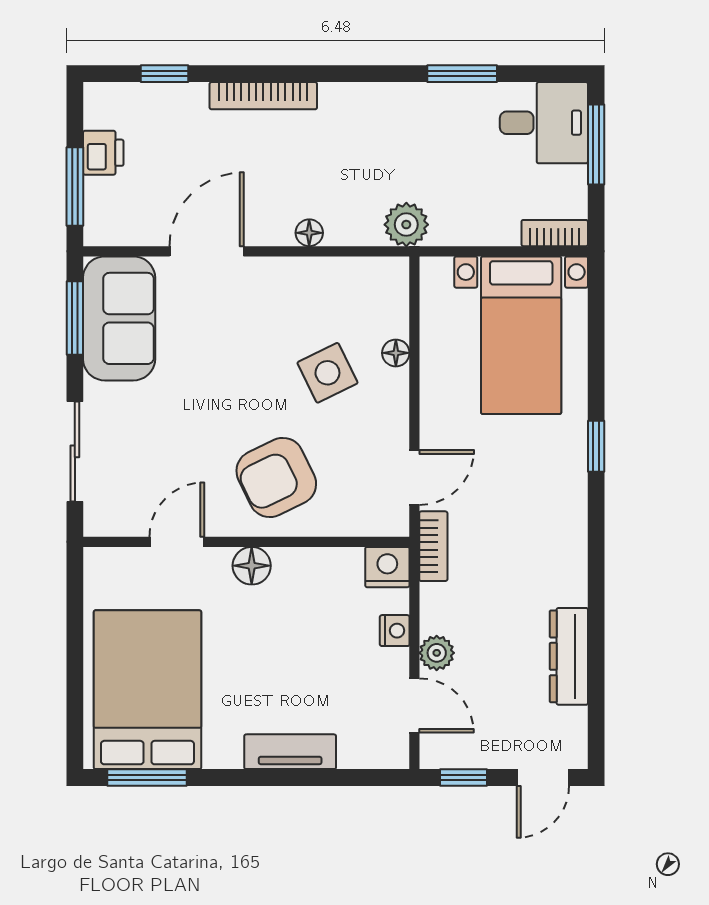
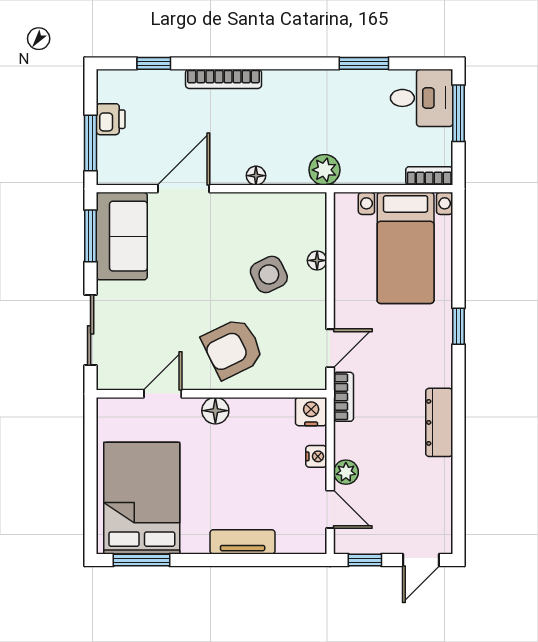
dresser: (569, 656) -> (439, 422), moved

